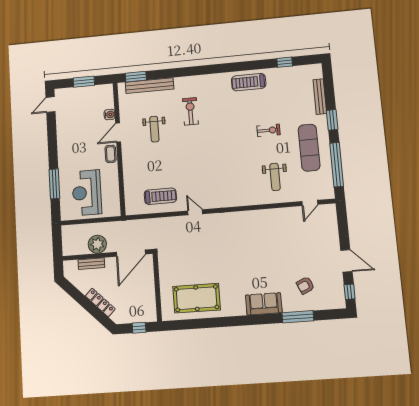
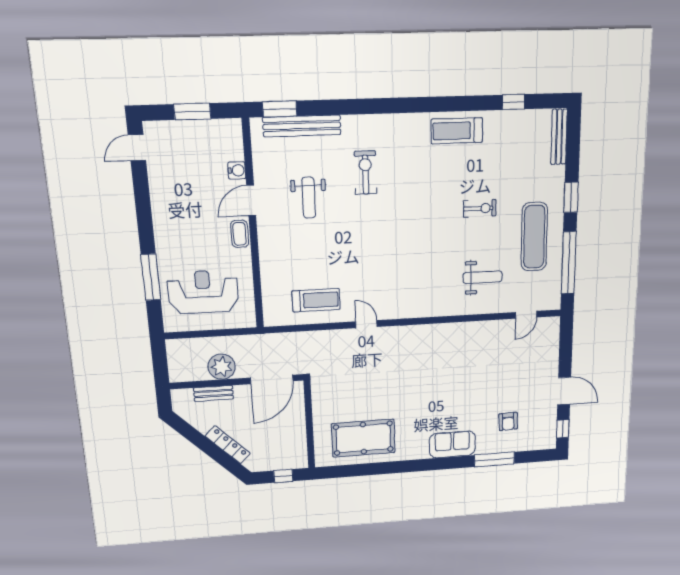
bench: (320, 97) -> (559, 137), moved
weight bench: (275, 177) -> (483, 277), turned -90
reception desk: (87, 193) -> (203, 292), turned 90
armchair: (305, 285) -> (508, 421), turned -68

